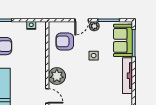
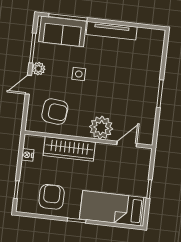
door: (82, 20) -> (28, 85), swing flipped
armchair: (65, 41) -> (55, 112), turned -84
wardrobe: (39, 55) -> (69, 149), added

